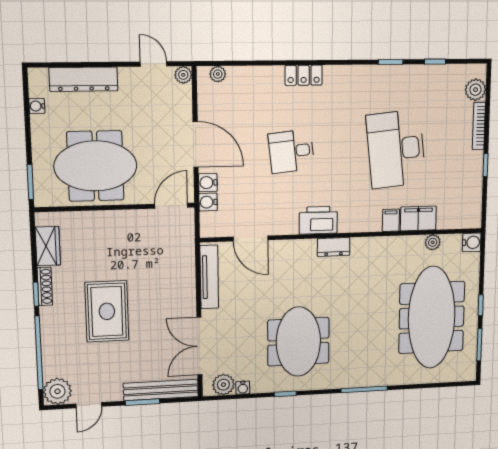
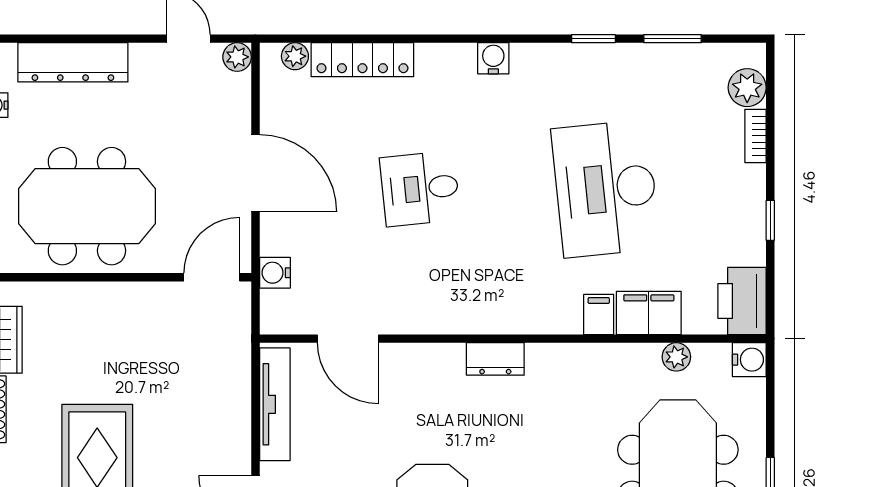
window: (435, 62) -> (672, 39), width x1.50
locker: (304, 75) -> (362, 60), moved, width x1.53
bookcase: (479, 126) -> (755, 136), width x0.64
water cooler: (208, 183) -> (493, 58), moved, turned 90
printer: (318, 220) -> (742, 301), moved, turned -90

